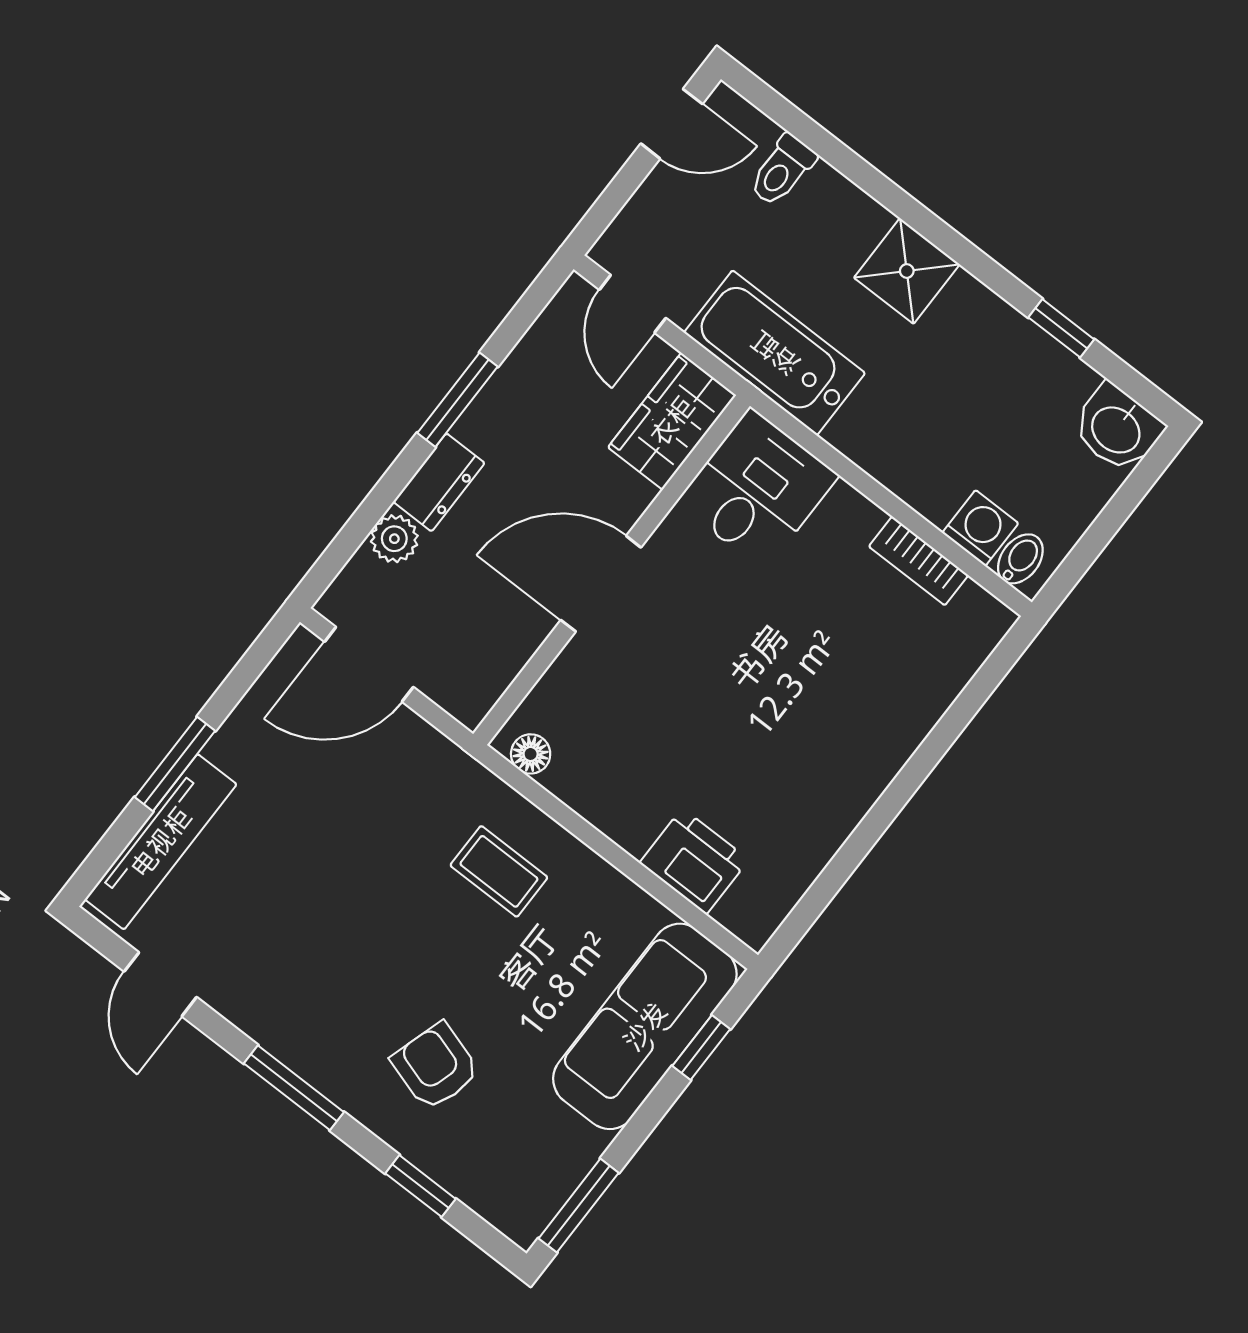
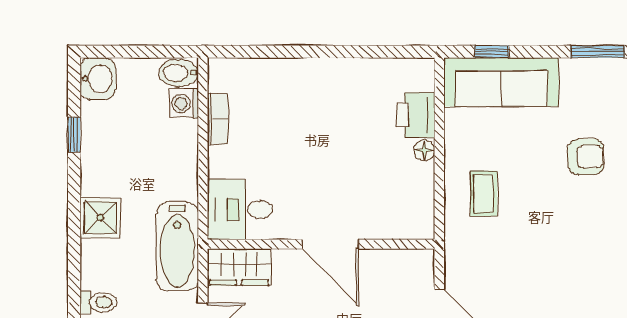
bidet: (1020, 559) -> (179, 73), width x1.38, depth x1.36
floor lamp: (531, 754) -> (424, 150), moved
armchair: (436, 1066) -> (586, 157), turned -109

